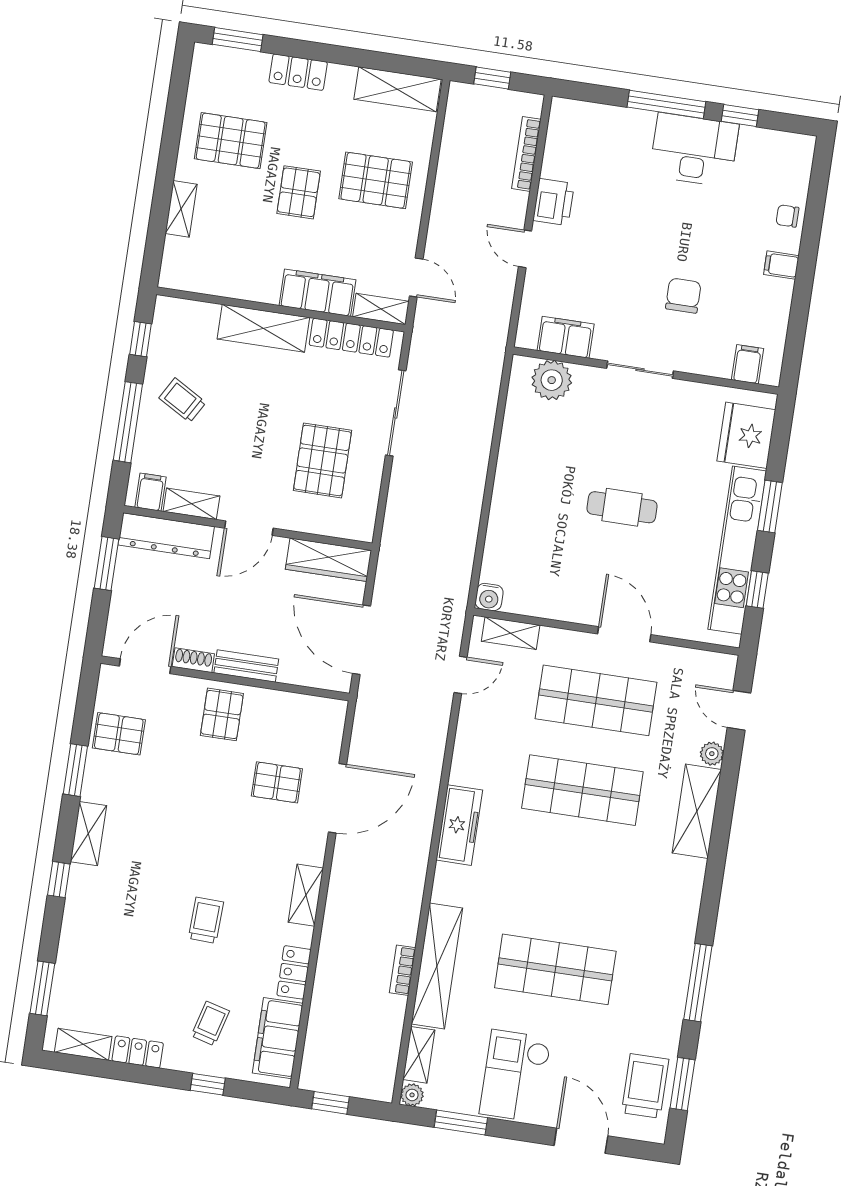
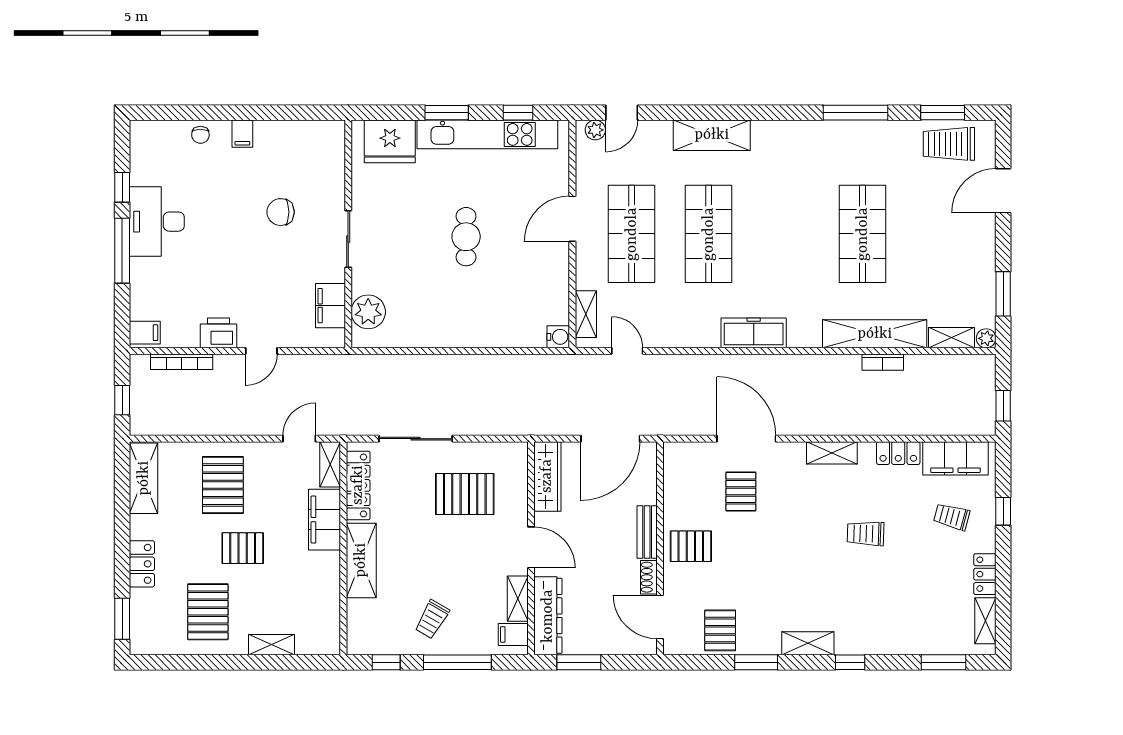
filing cabinet: (747, 364) -> (145, 333), moved, turned 180
plant: (712, 754) -> (595, 130), moved
checkout: (515, 1076) -> (957, 254), removed

